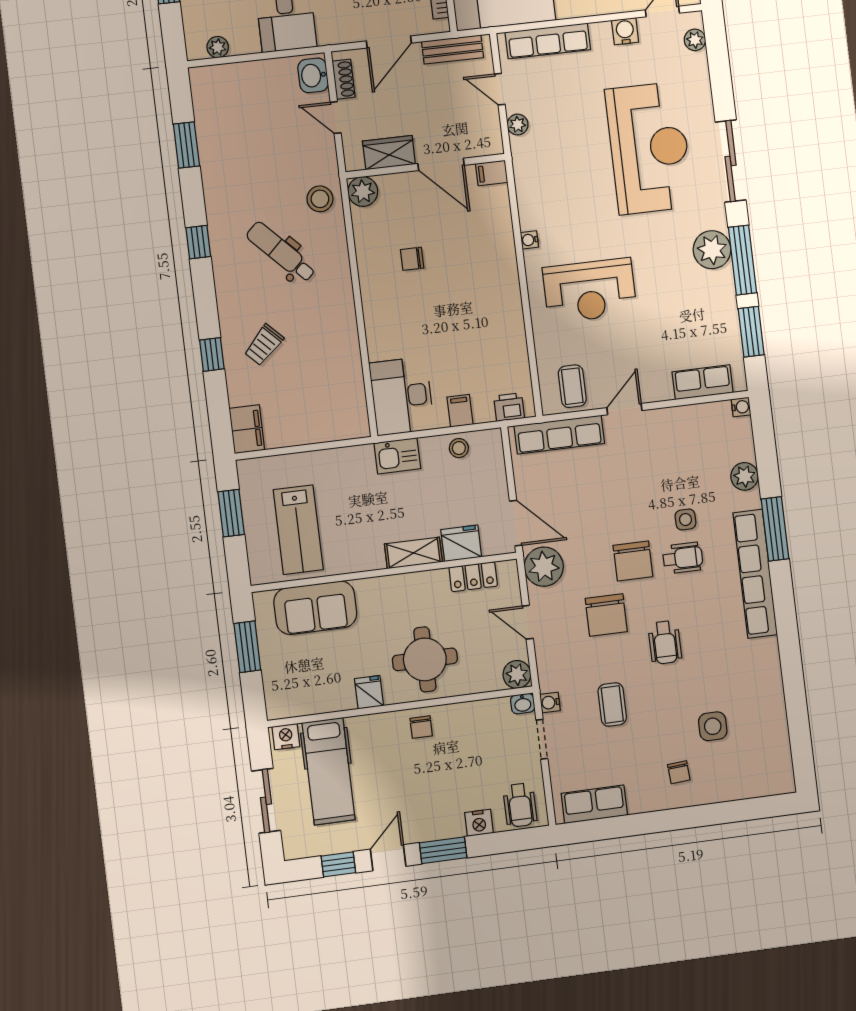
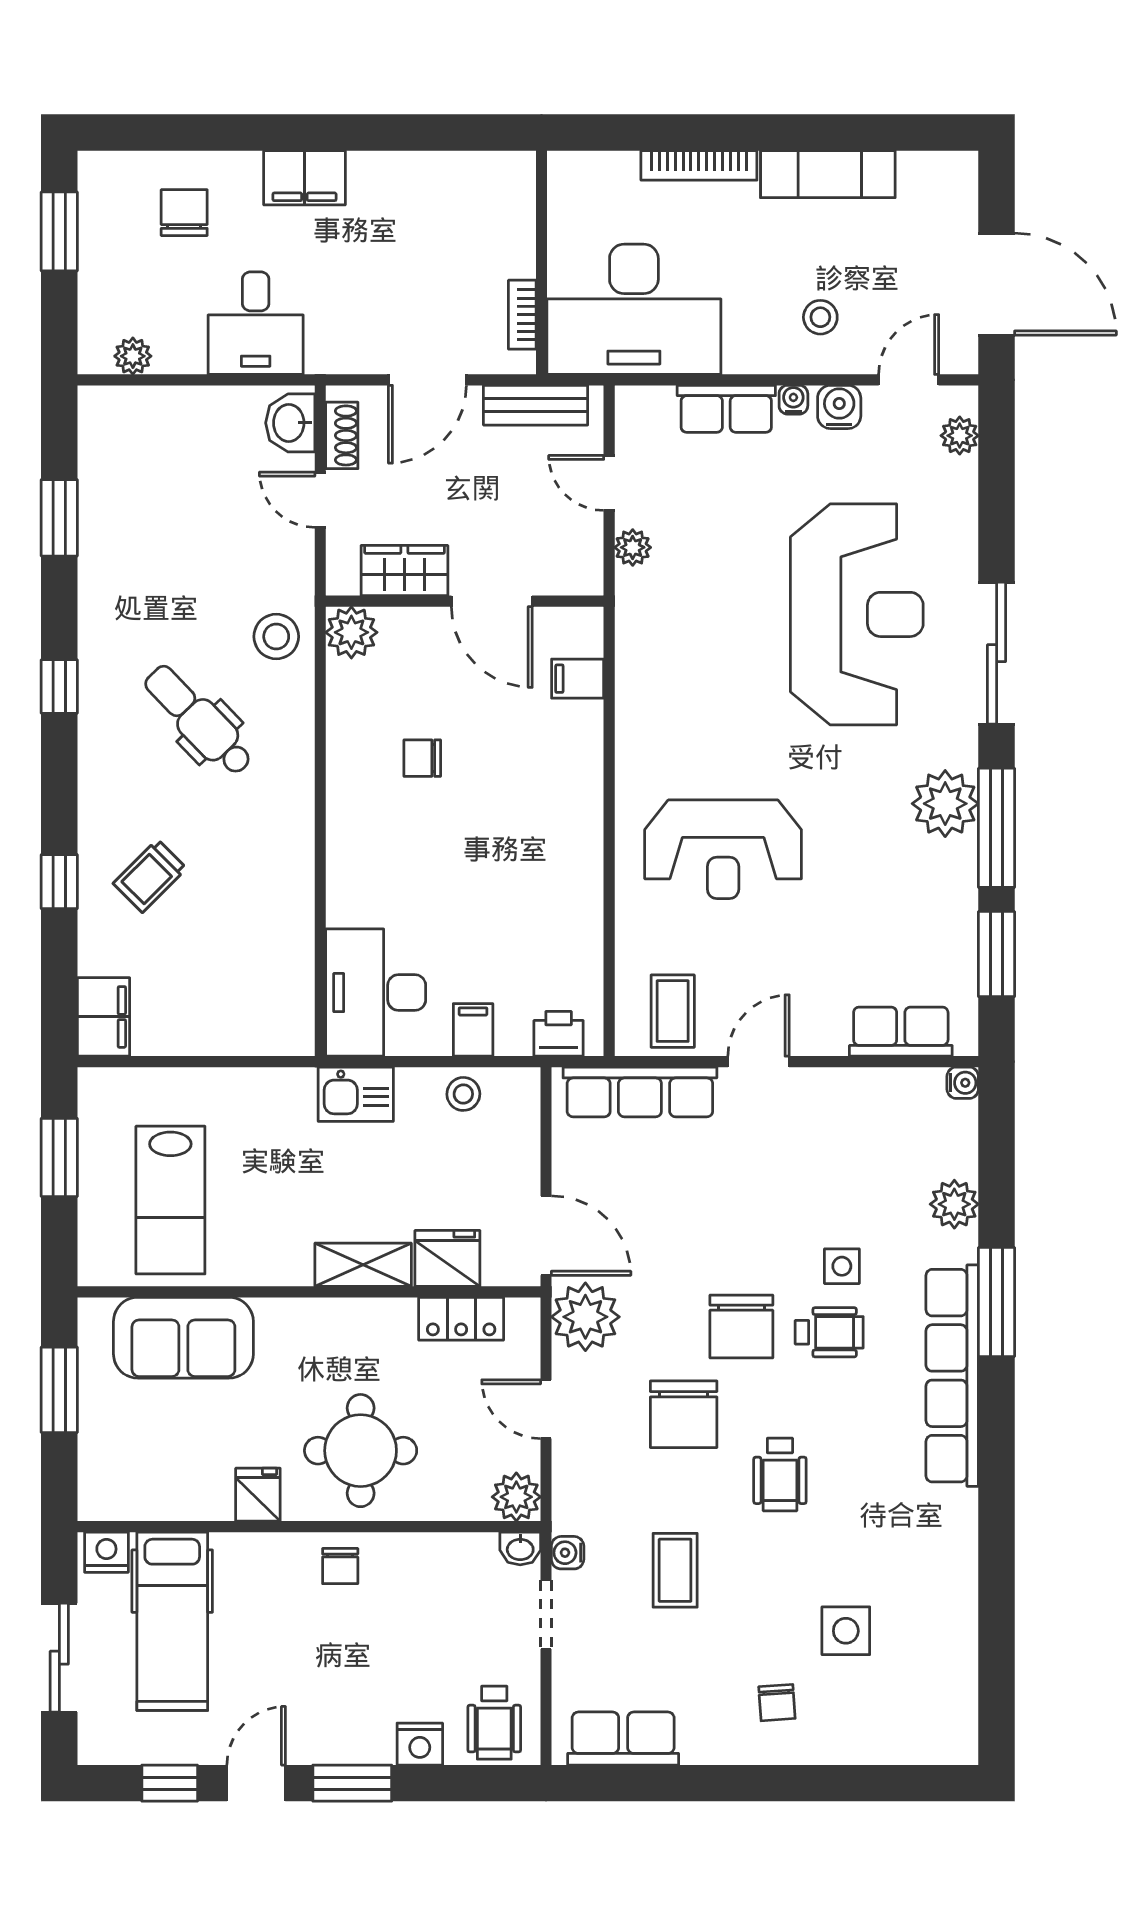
row of seats: (548, 41) -> (726, 409), width x0.68
filing cabinet: (492, 173) -> (578, 679), moved
water cooler: (529, 240) -> (793, 400), moved, turned 90

